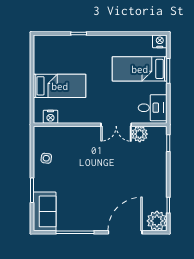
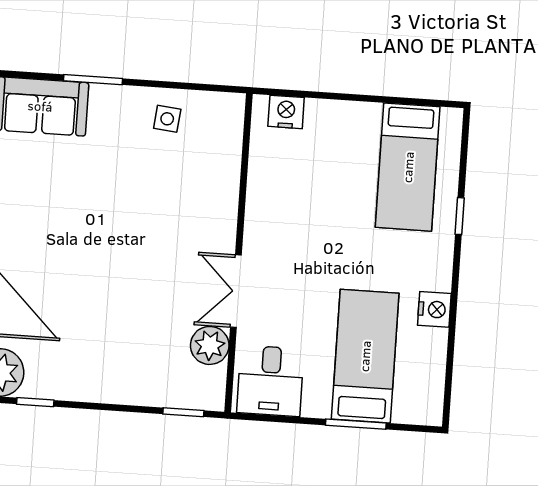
nightstand: (160, 41) -> (434, 309), moved
bed: (60, 86) -> (408, 167), moved
nightstand: (50, 117) -> (286, 112), moved, turned 90

